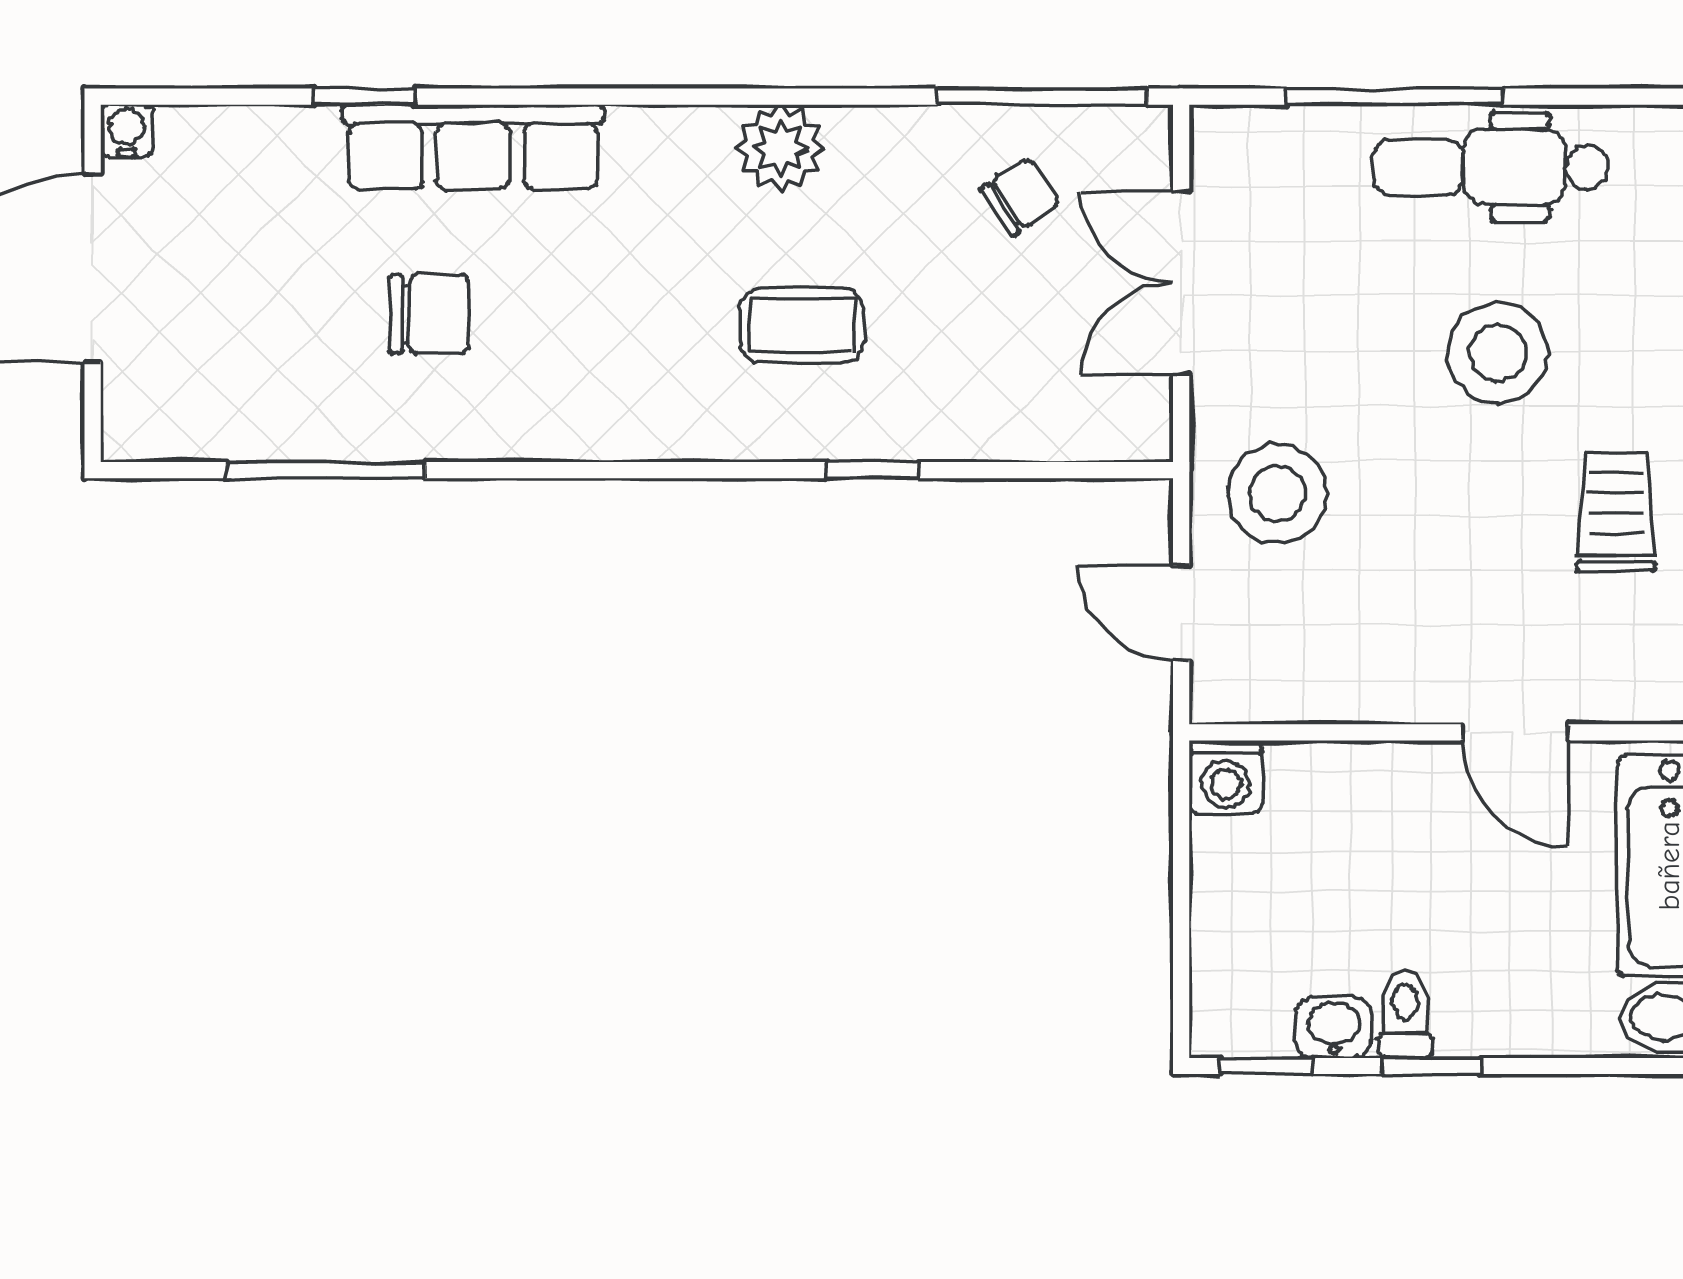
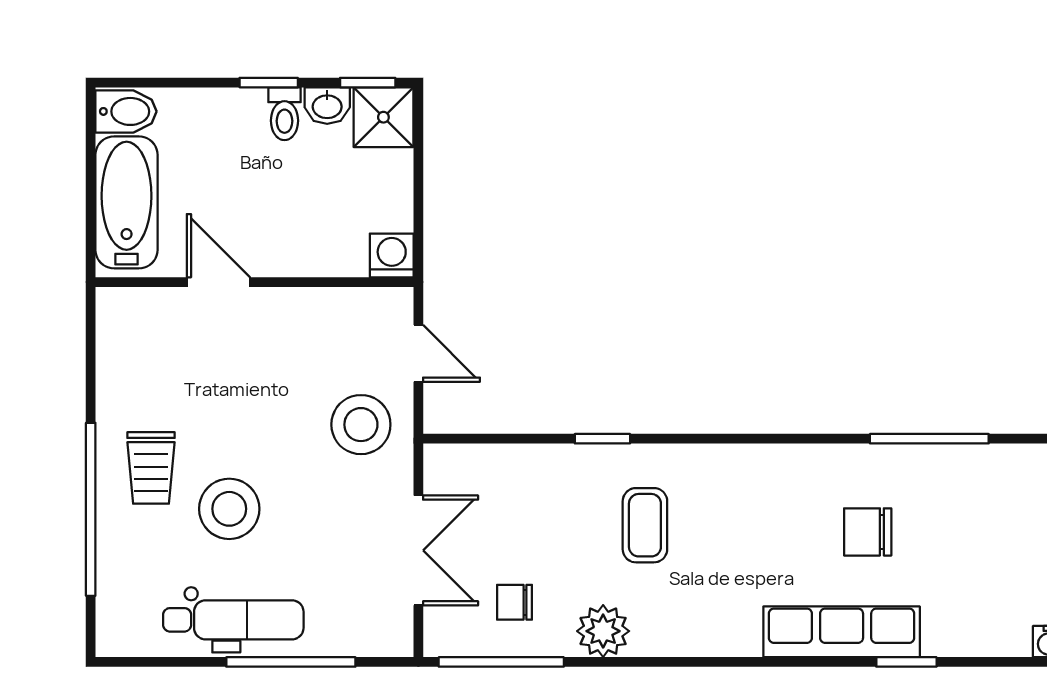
plant: (780, 148) -> (603, 631), moved
chair: (1020, 196) -> (515, 602), turned 34
coffee table: (802, 325) -> (645, 525), turned 90
trolley: (1616, 511) -> (151, 468), moved
shower: (1240, 1008) -> (383, 117), added

